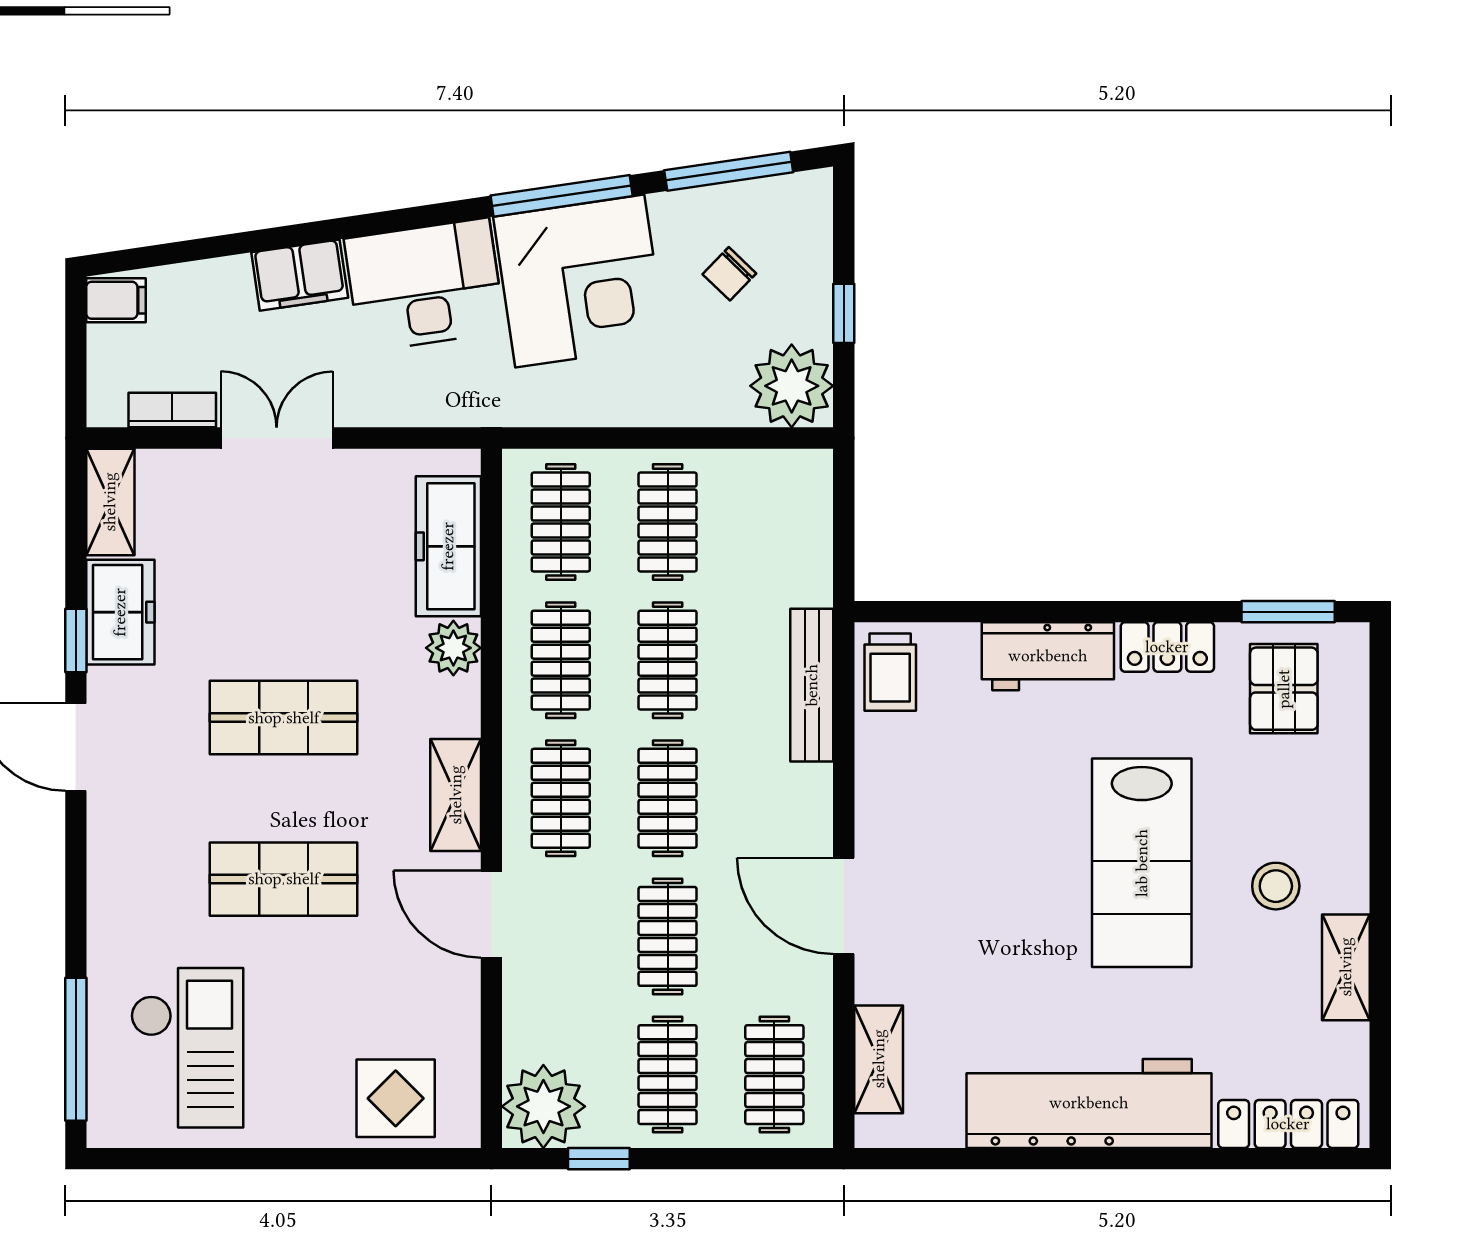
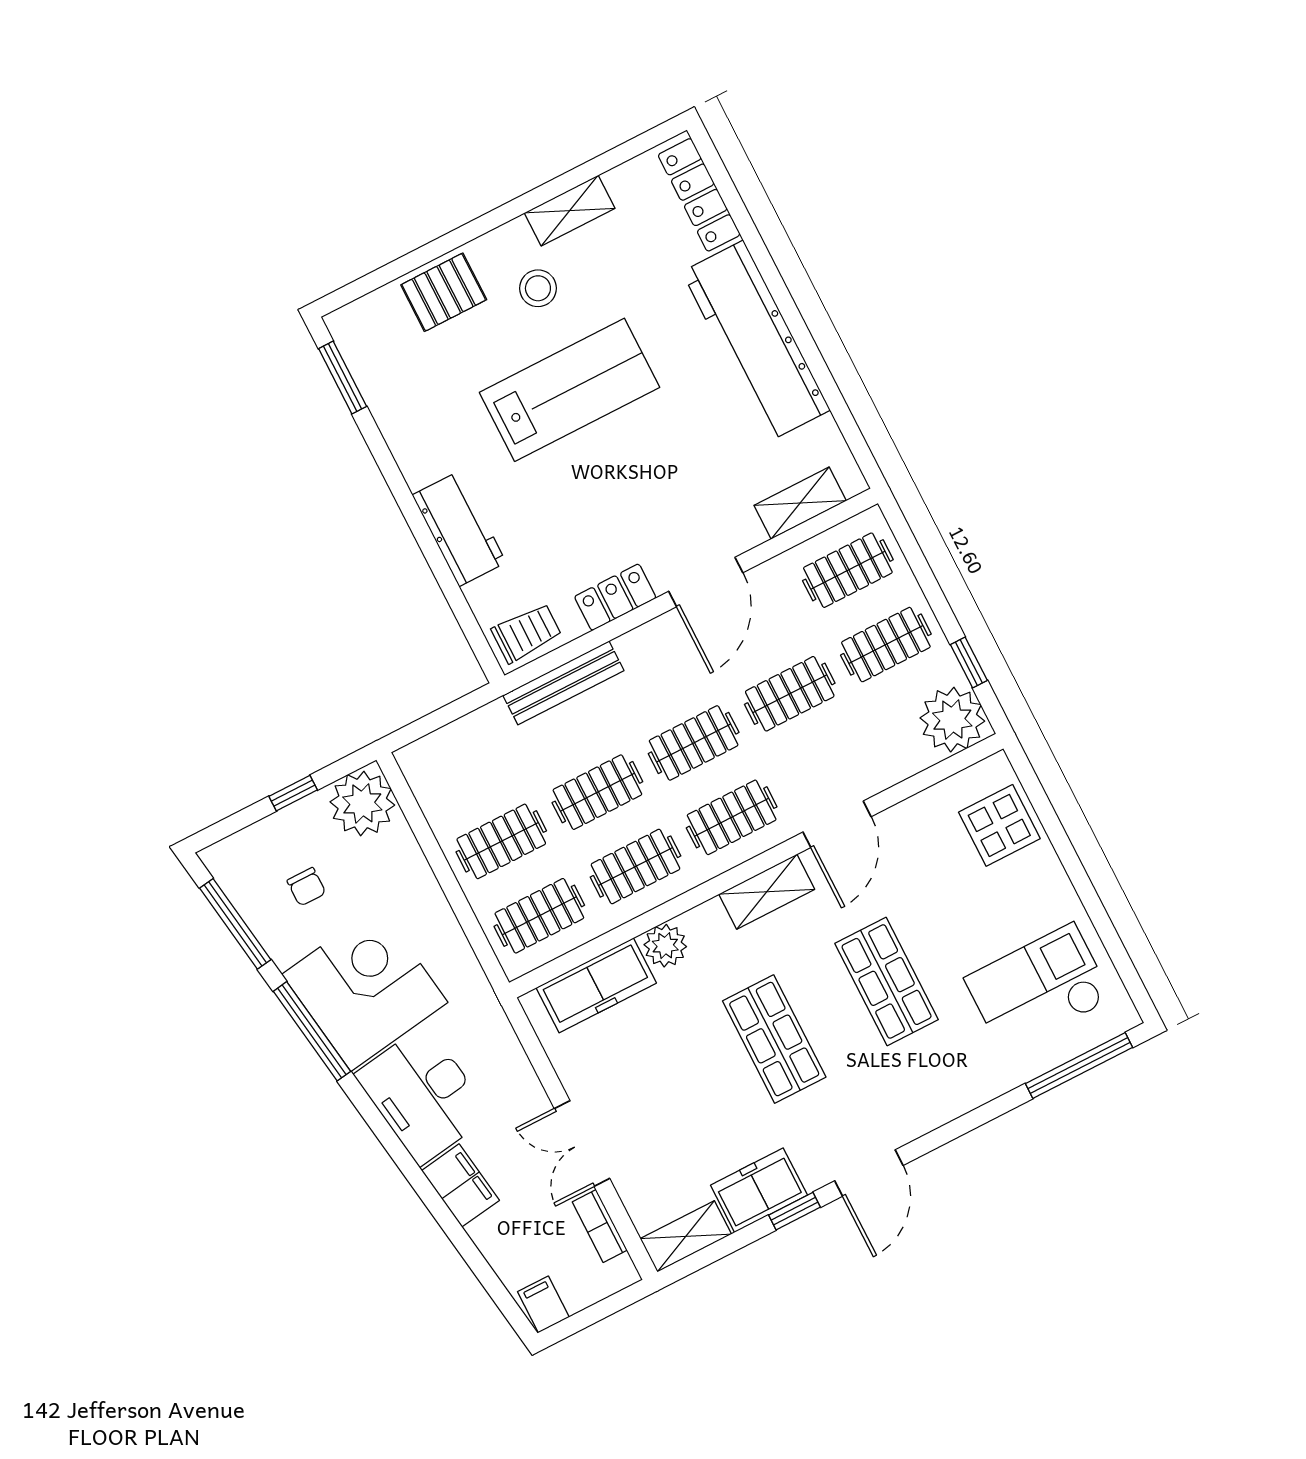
chair: (729, 274) -> (306, 887), turned 46
locker: (1167, 647) -> (615, 597), moved, turned -90
pallet: (1284, 689) -> (444, 292), moved

